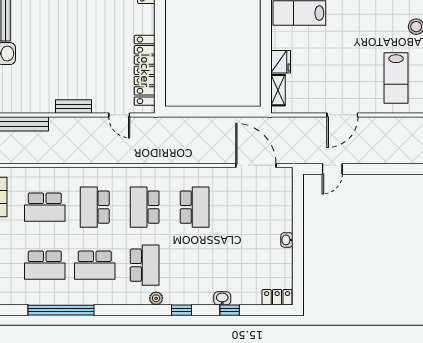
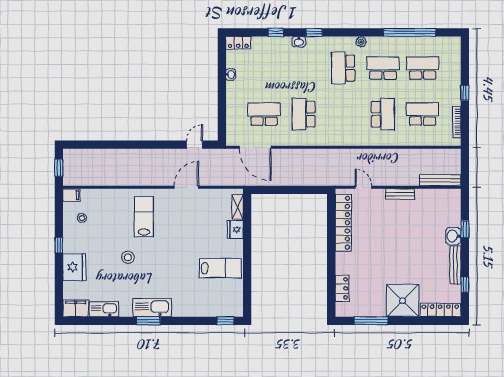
school desk: (145, 207) -> (264, 114), moved, turned -90
washbasin: (287, 240) -> (231, 75), moved
plant: (156, 298) -> (361, 42), moved
washbasin: (222, 298) -> (299, 42), moved

